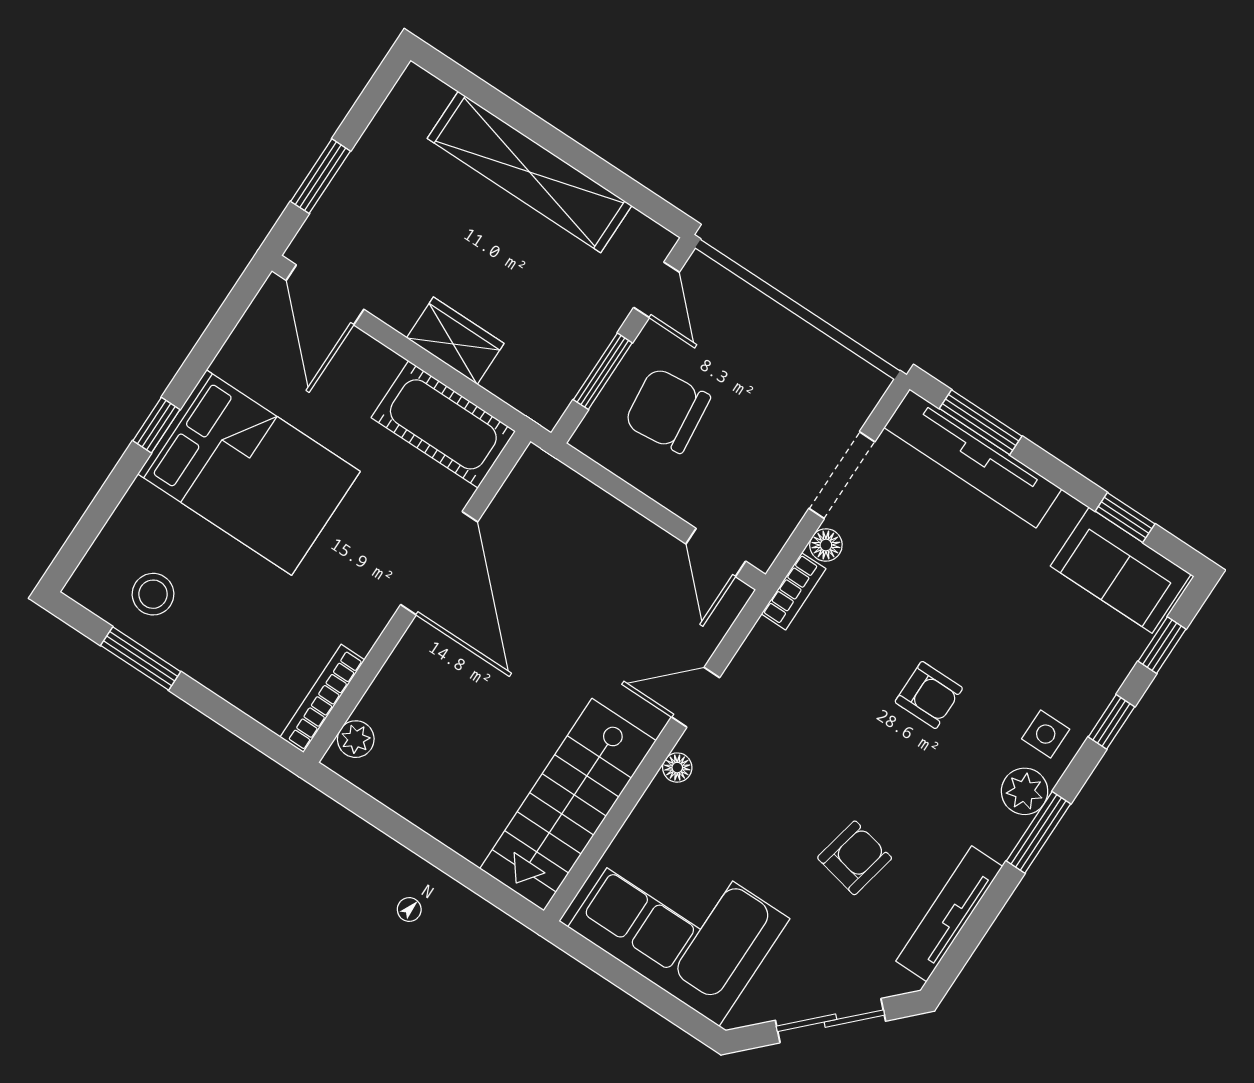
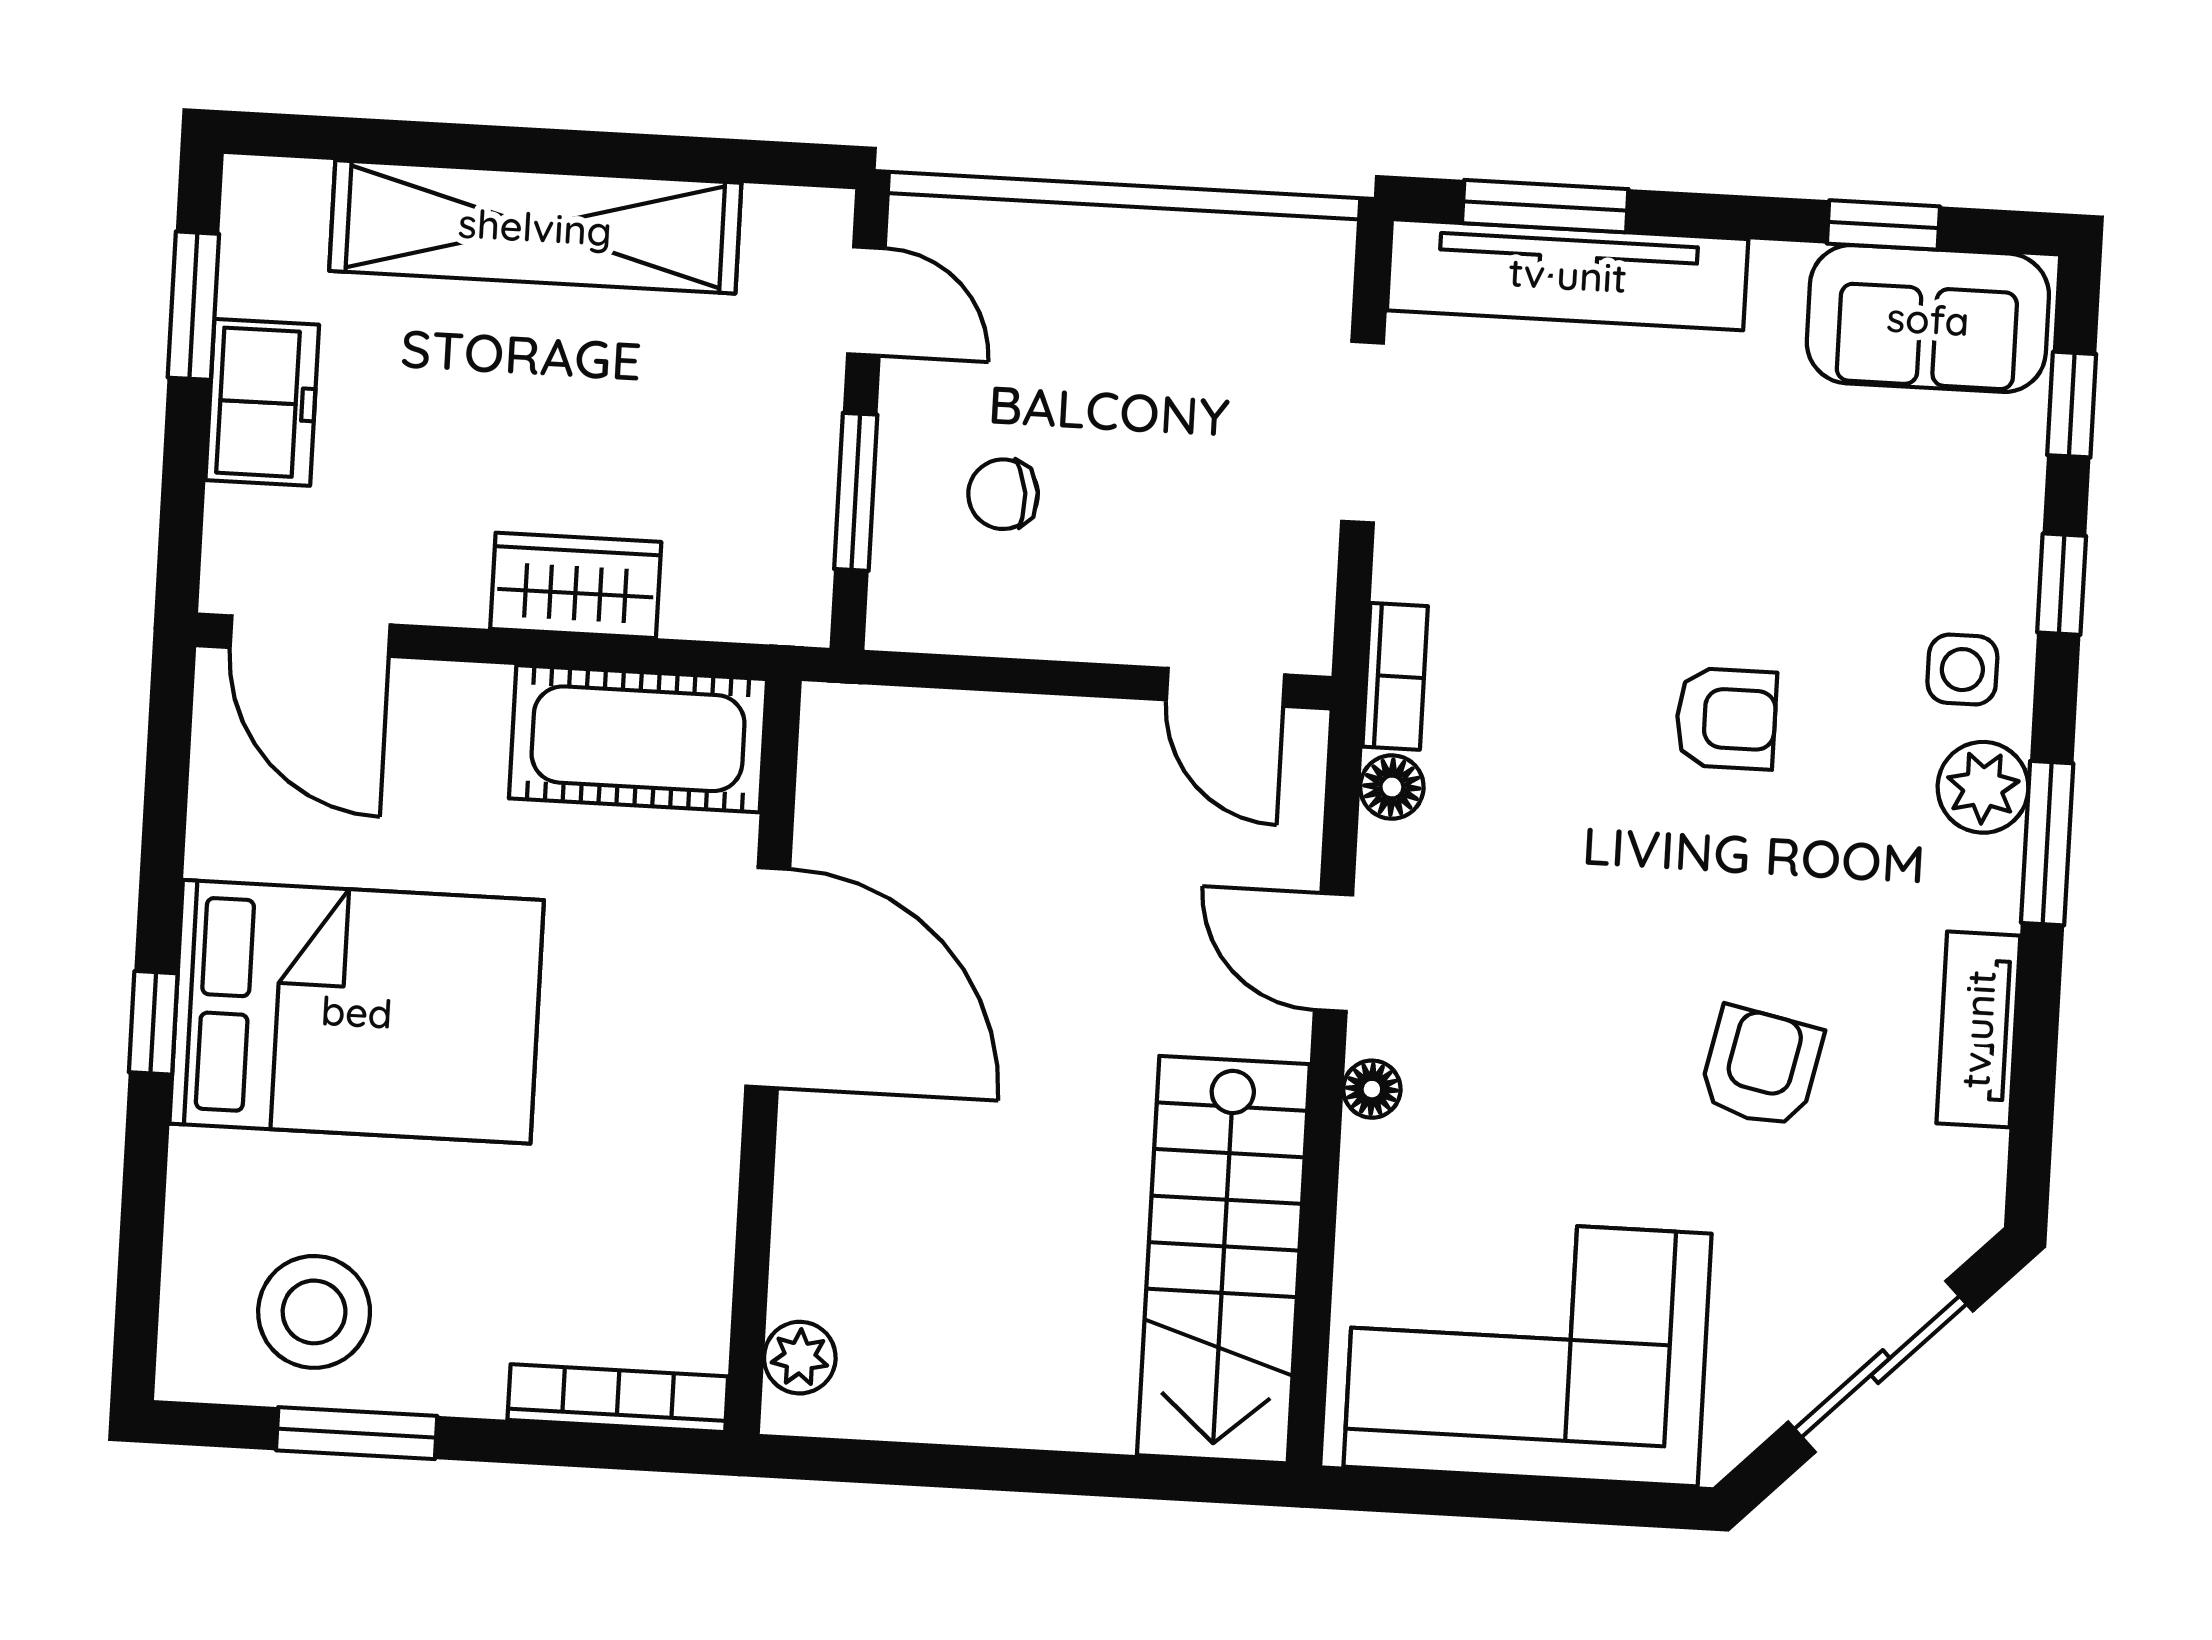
window: (321, 176) -> (193, 306), moved
freezer: (364, 179) -> (262, 402), added
chair: (667, 410) -> (1003, 494), width x0.54, depth x0.54
floor lamp: (826, 545) -> (1392, 787), moved
stool: (153, 594) -> (314, 1312), width x1.38, depth x1.38
door: (695, 697) -> (1334, 952), hinge flipped
bookcase: (322, 698) -> (618, 1398), moved, turned 90
tv unit: (949, 914) -> (1978, 1029), width x0.71

